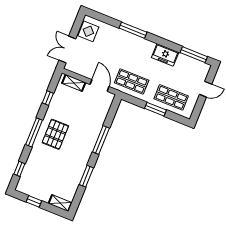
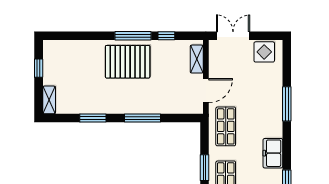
window: (34, 132) -> (133, 36), moved
pallet: (55, 134) -> (128, 62), width x1.37, depth x1.41
window: (19, 169) -> (70, 36), removed

